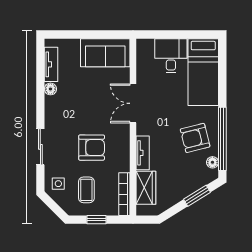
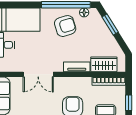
armchair: (195, 138) -> (65, 26), turned -93

